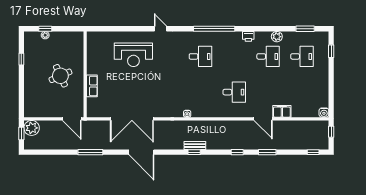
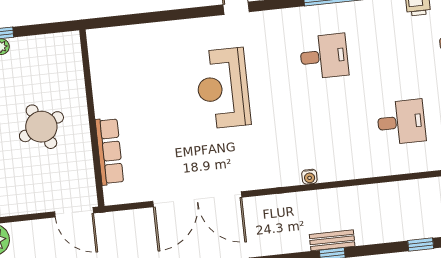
reception desk: (133, 55) -> (223, 88), moved, turned 90
row of seats: (92, 86) -> (109, 151), width x1.48

